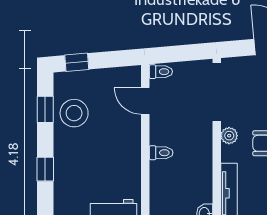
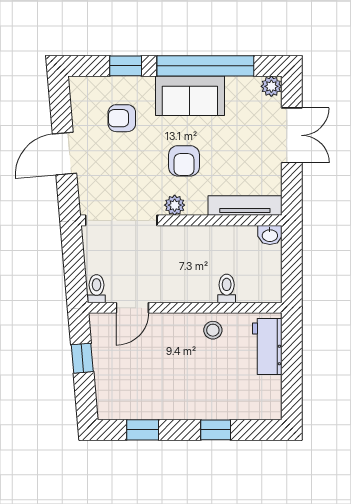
window: (77, 62) -> (82, 358), moved
stool: (74, 113) -> (213, 330), moved, width x0.53, depth x0.53
toilet: (161, 153) -> (227, 288), moved

